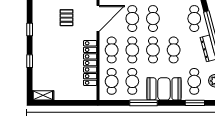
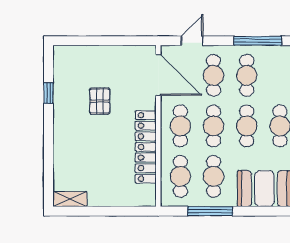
pallet: (66, 18) -> (100, 101), moved
door: (98, 18) -> (158, 75), hinge flipped
window: (30, 61) -> (48, 144), removed
window: (143, 103) -> (210, 211), moved

